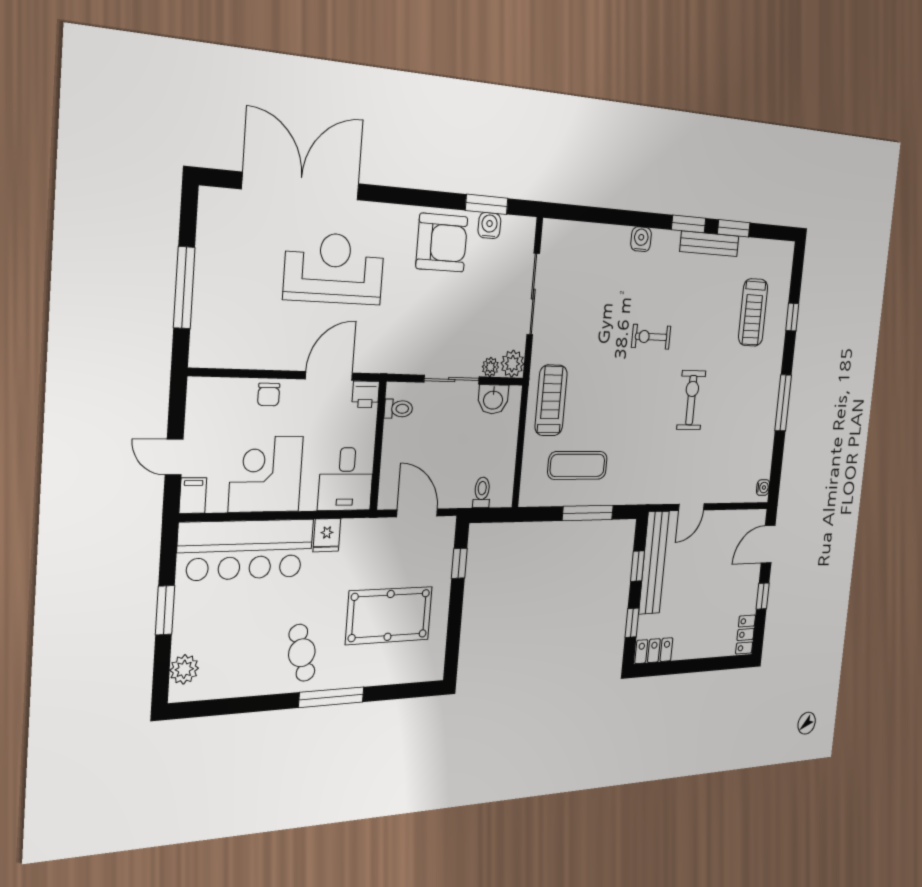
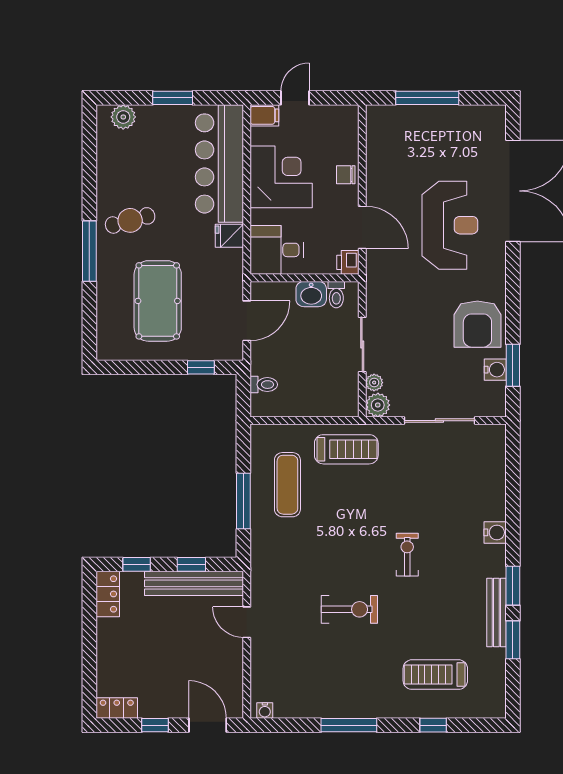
washbasin: (493, 399) -> (311, 294), moved, turned -90

